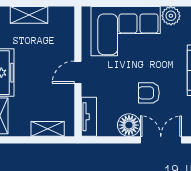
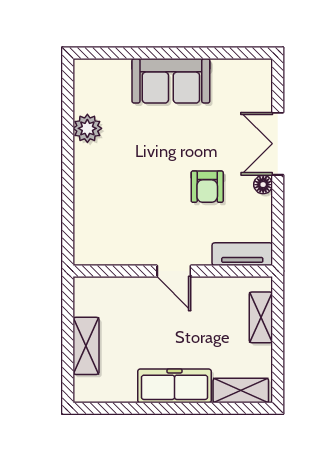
corner sofa: (126, 31) -> (111, 198), removed
armchair: (149, 93) -> (207, 187), moved
floor lamp: (129, 125) -> (263, 185), width x0.53, depth x0.53

